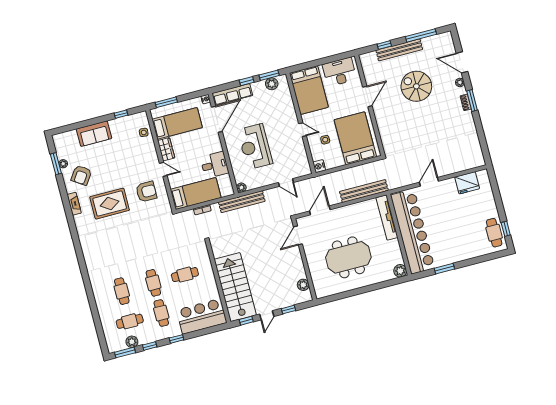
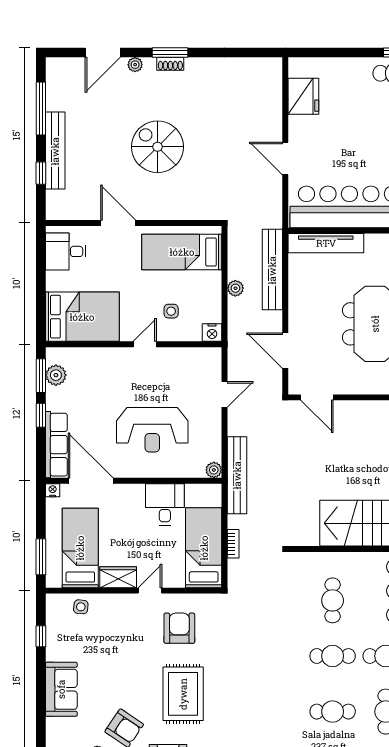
desk: (339, 72) -> (66, 251), width x0.73
spiral stairs: (416, 86) -> (158, 147), moved, turned 90
bed: (355, 138) -> (182, 252), width x0.67
plant: (348, 173) -> (235, 288), added

